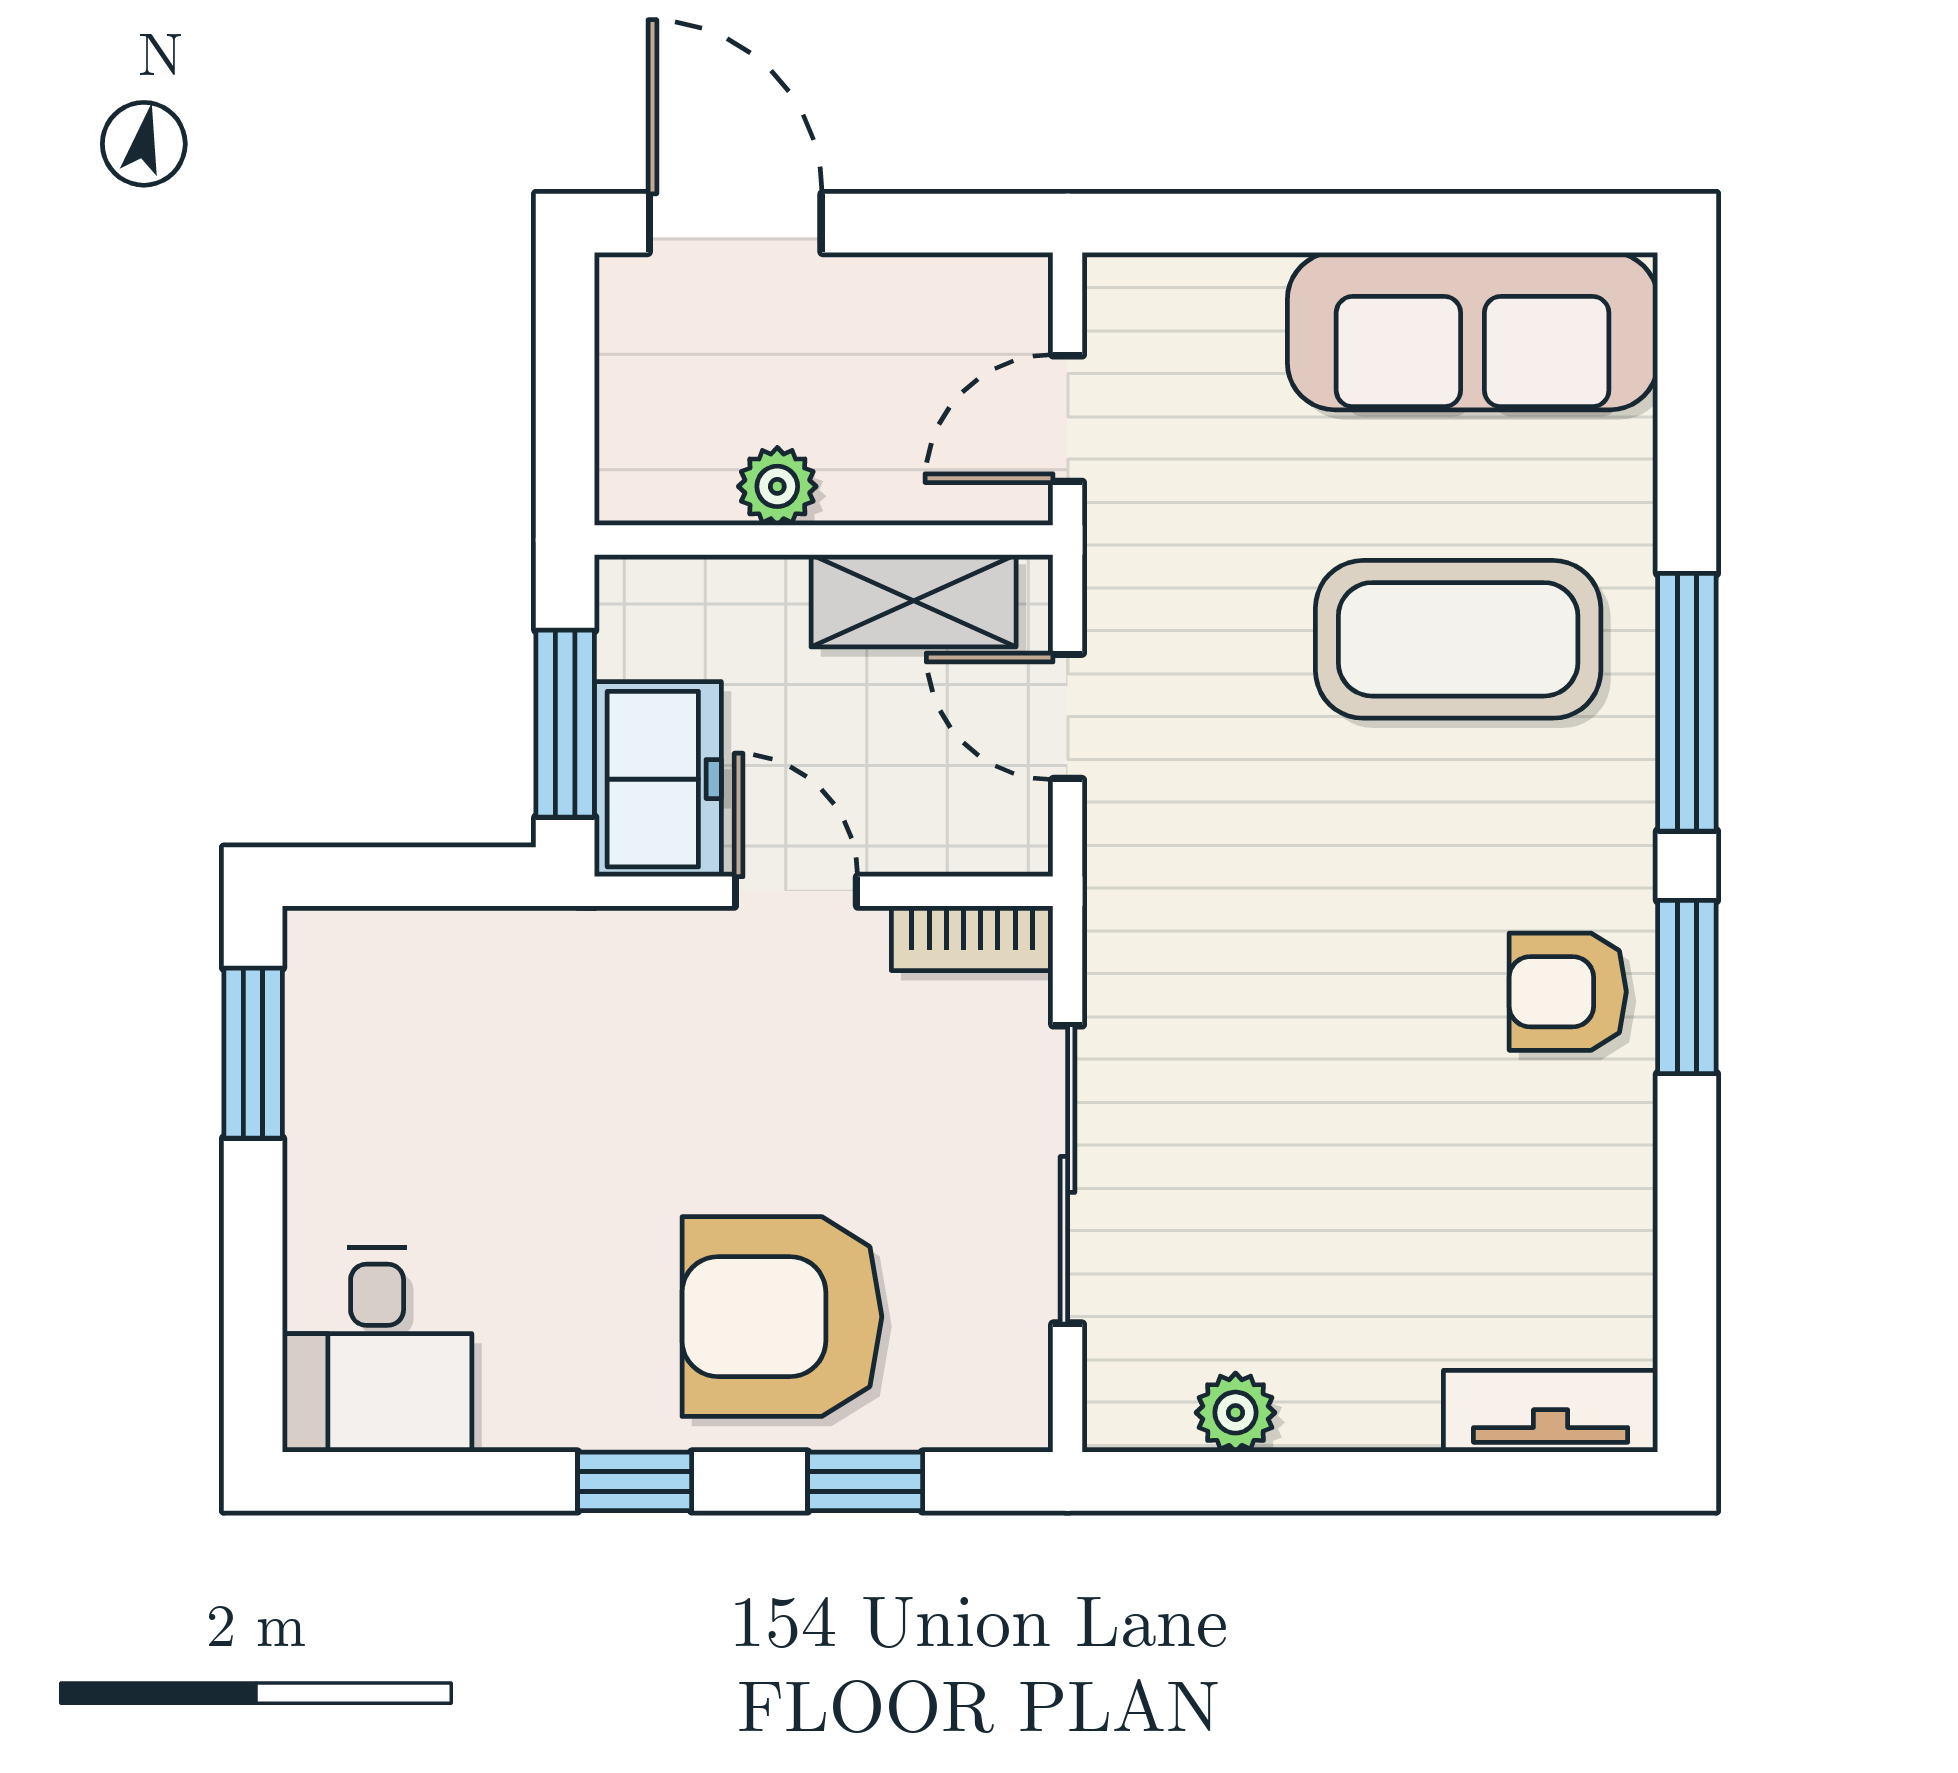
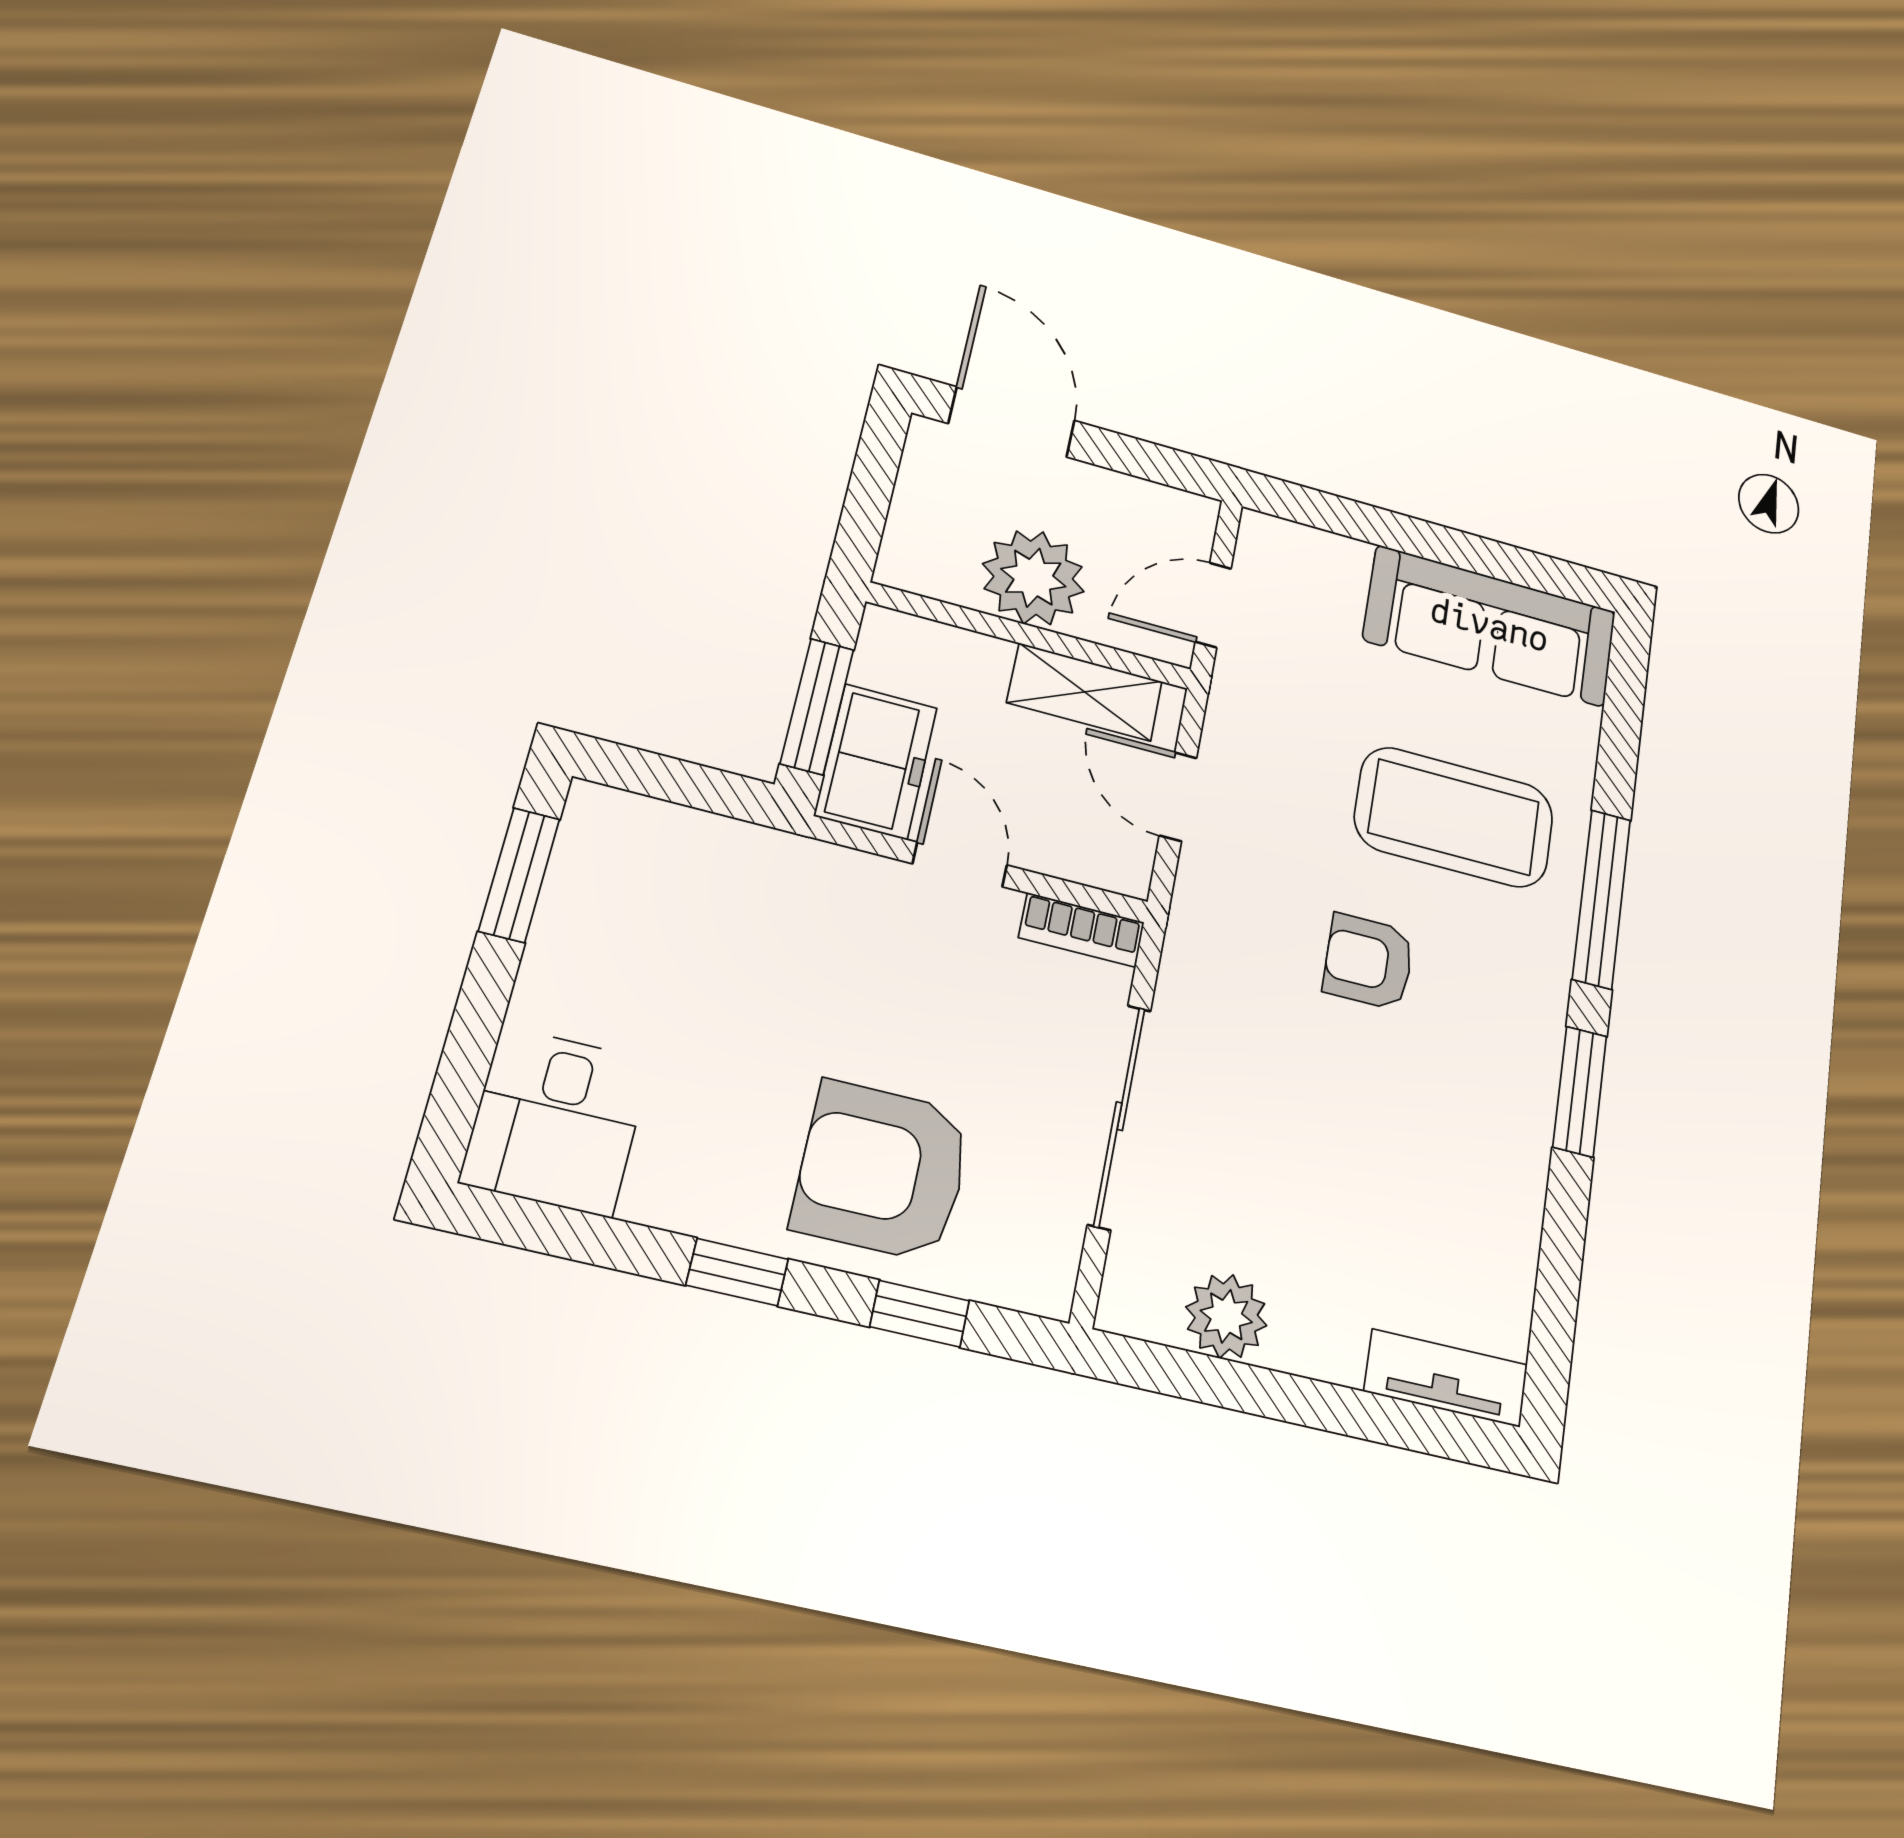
plant: (777, 486) -> (1033, 578), width x1.88, depth x1.88
armchair: (1568, 992) -> (1369, 962), moved
plant: (1236, 1413) -> (1226, 1316), width x1.38, depth x1.38

